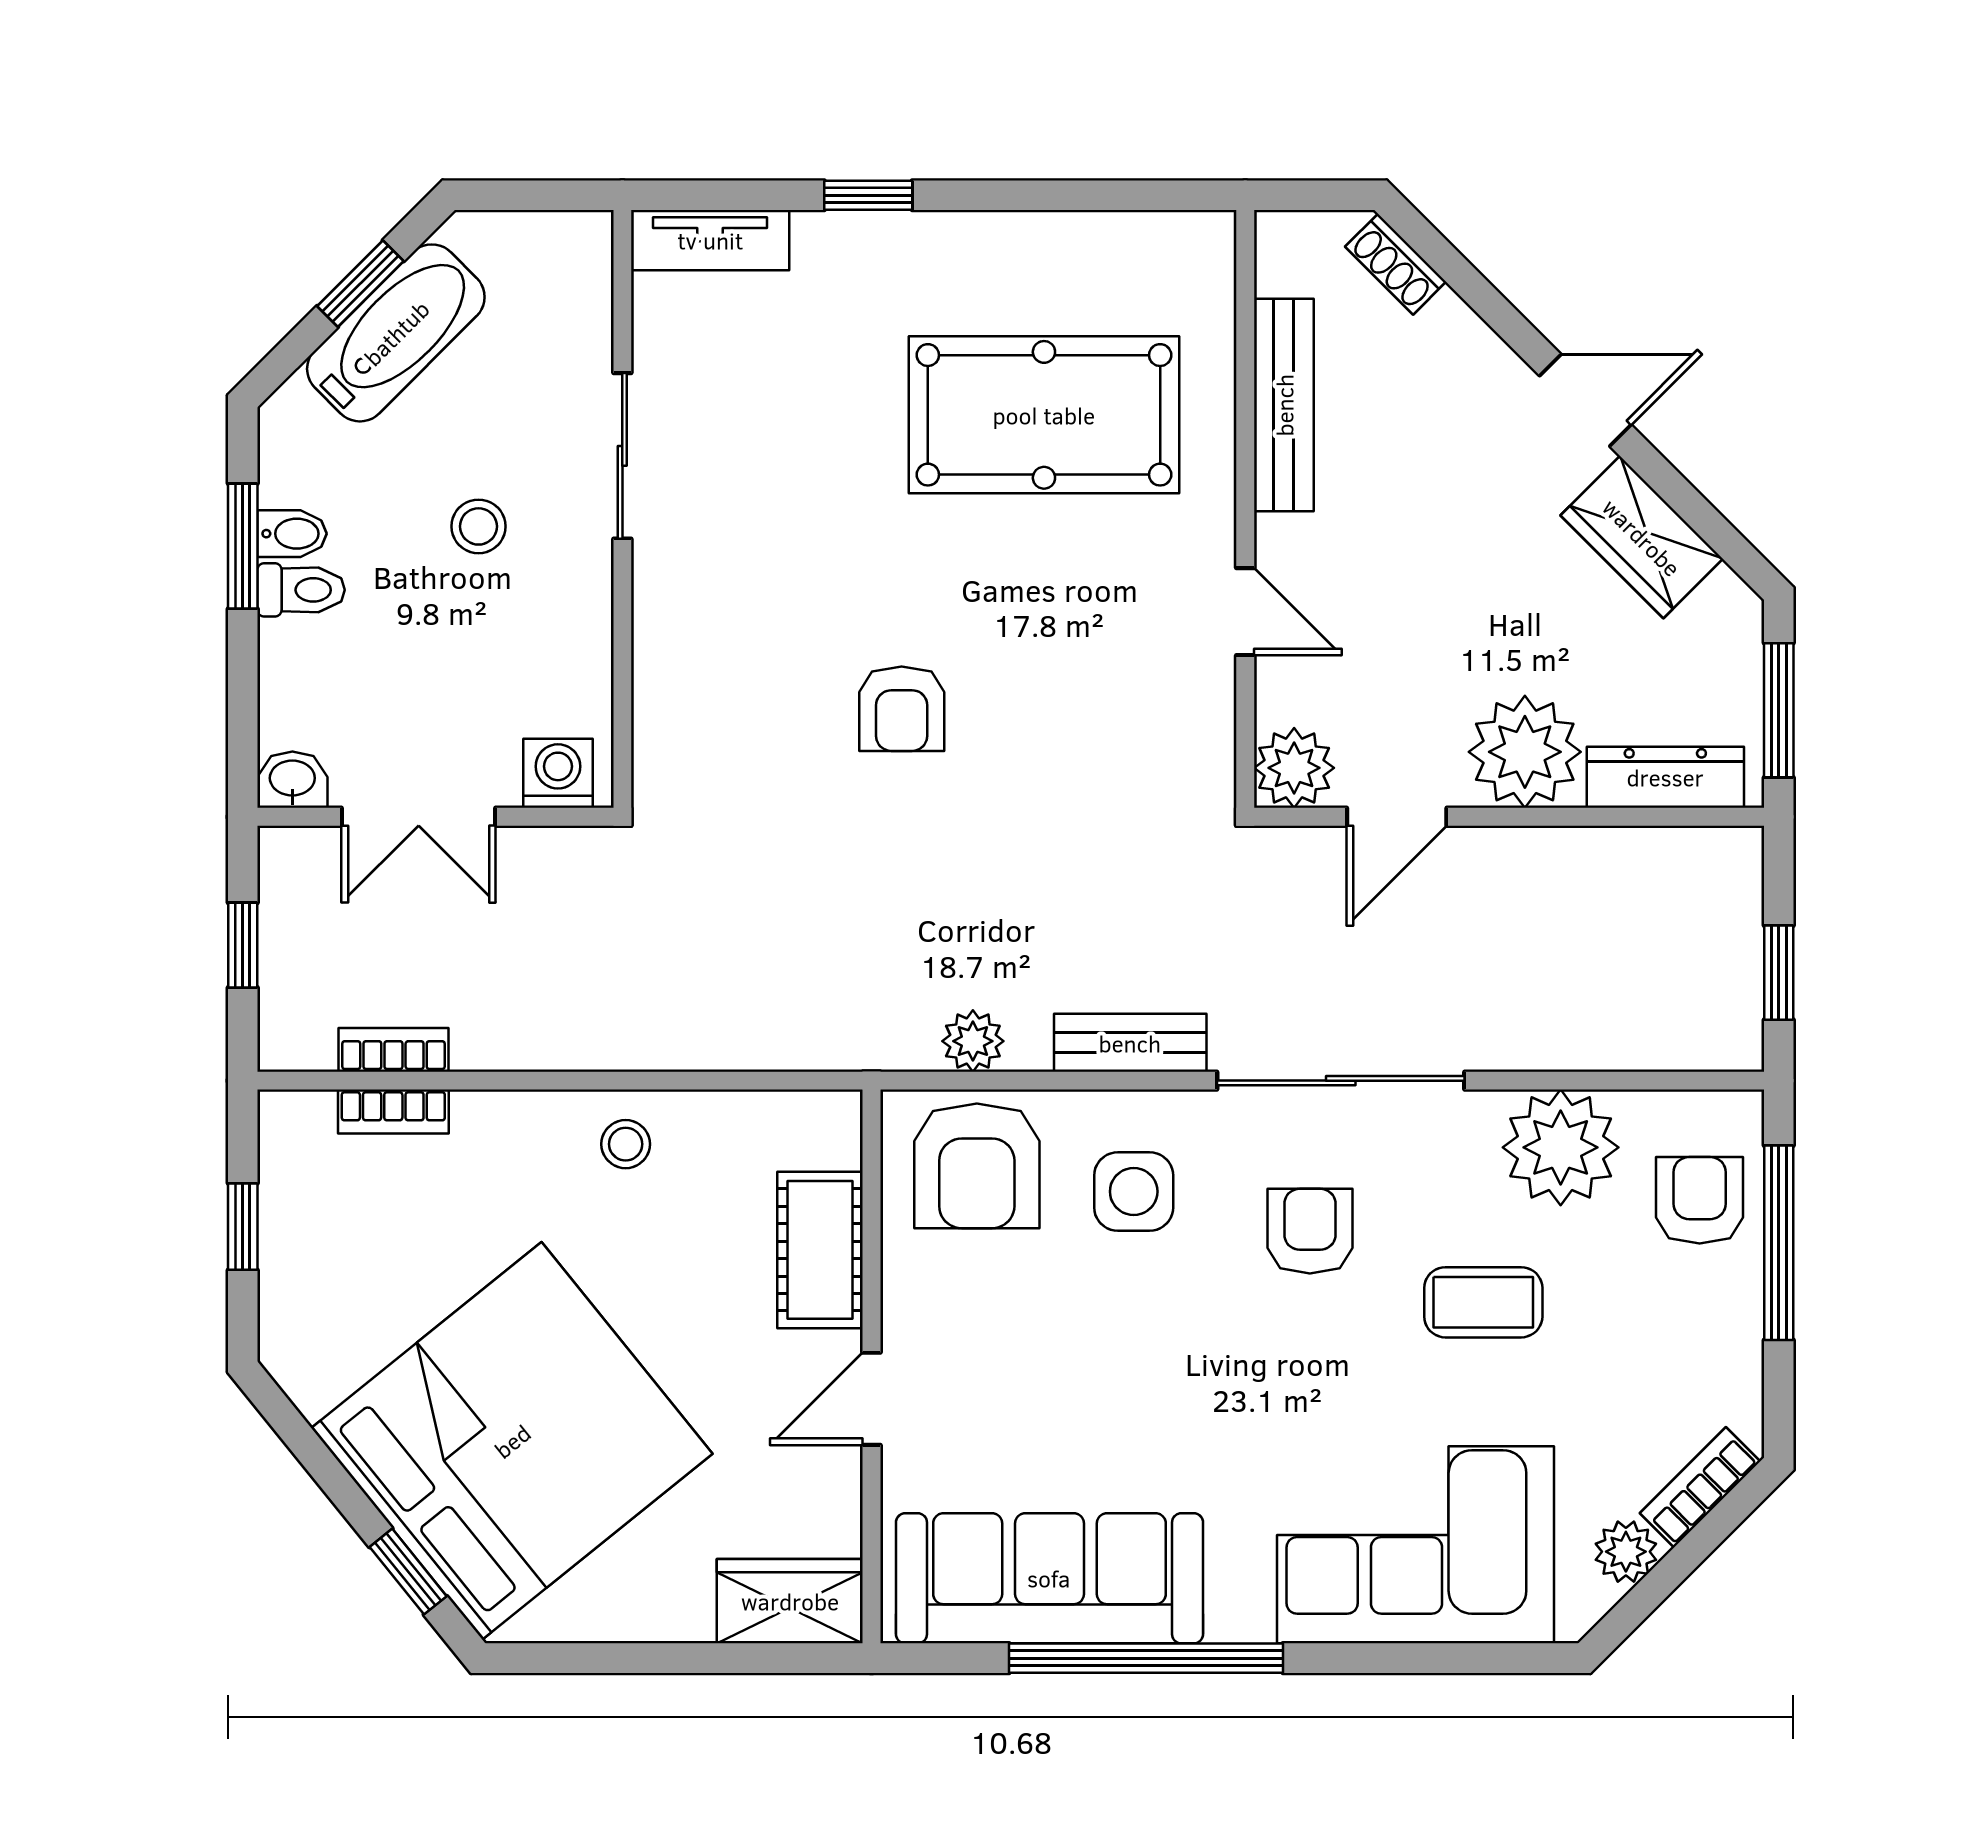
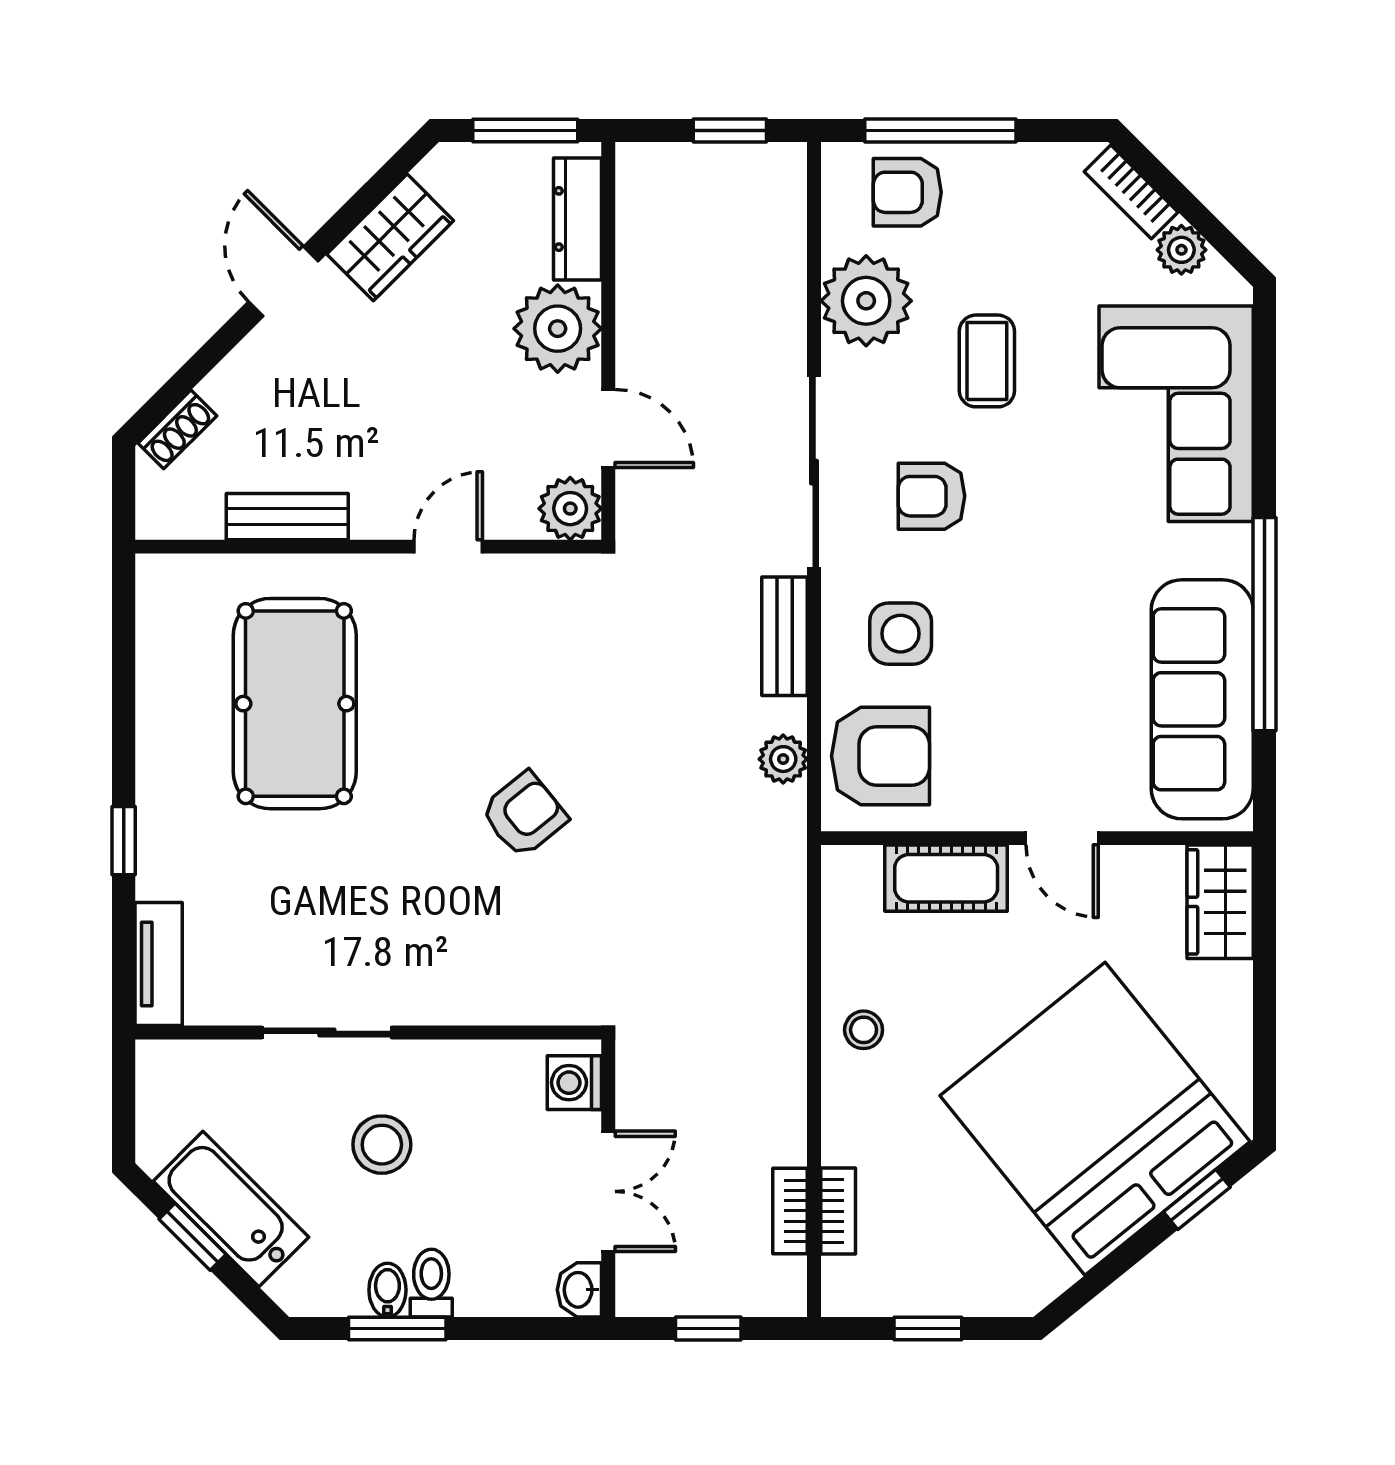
bench: (1284, 405) -> (287, 517), width x0.73
stool: (479, 526) -> (382, 1145), width x1.37, depth x1.37
armchair: (902, 709) -> (524, 815), turned -39

